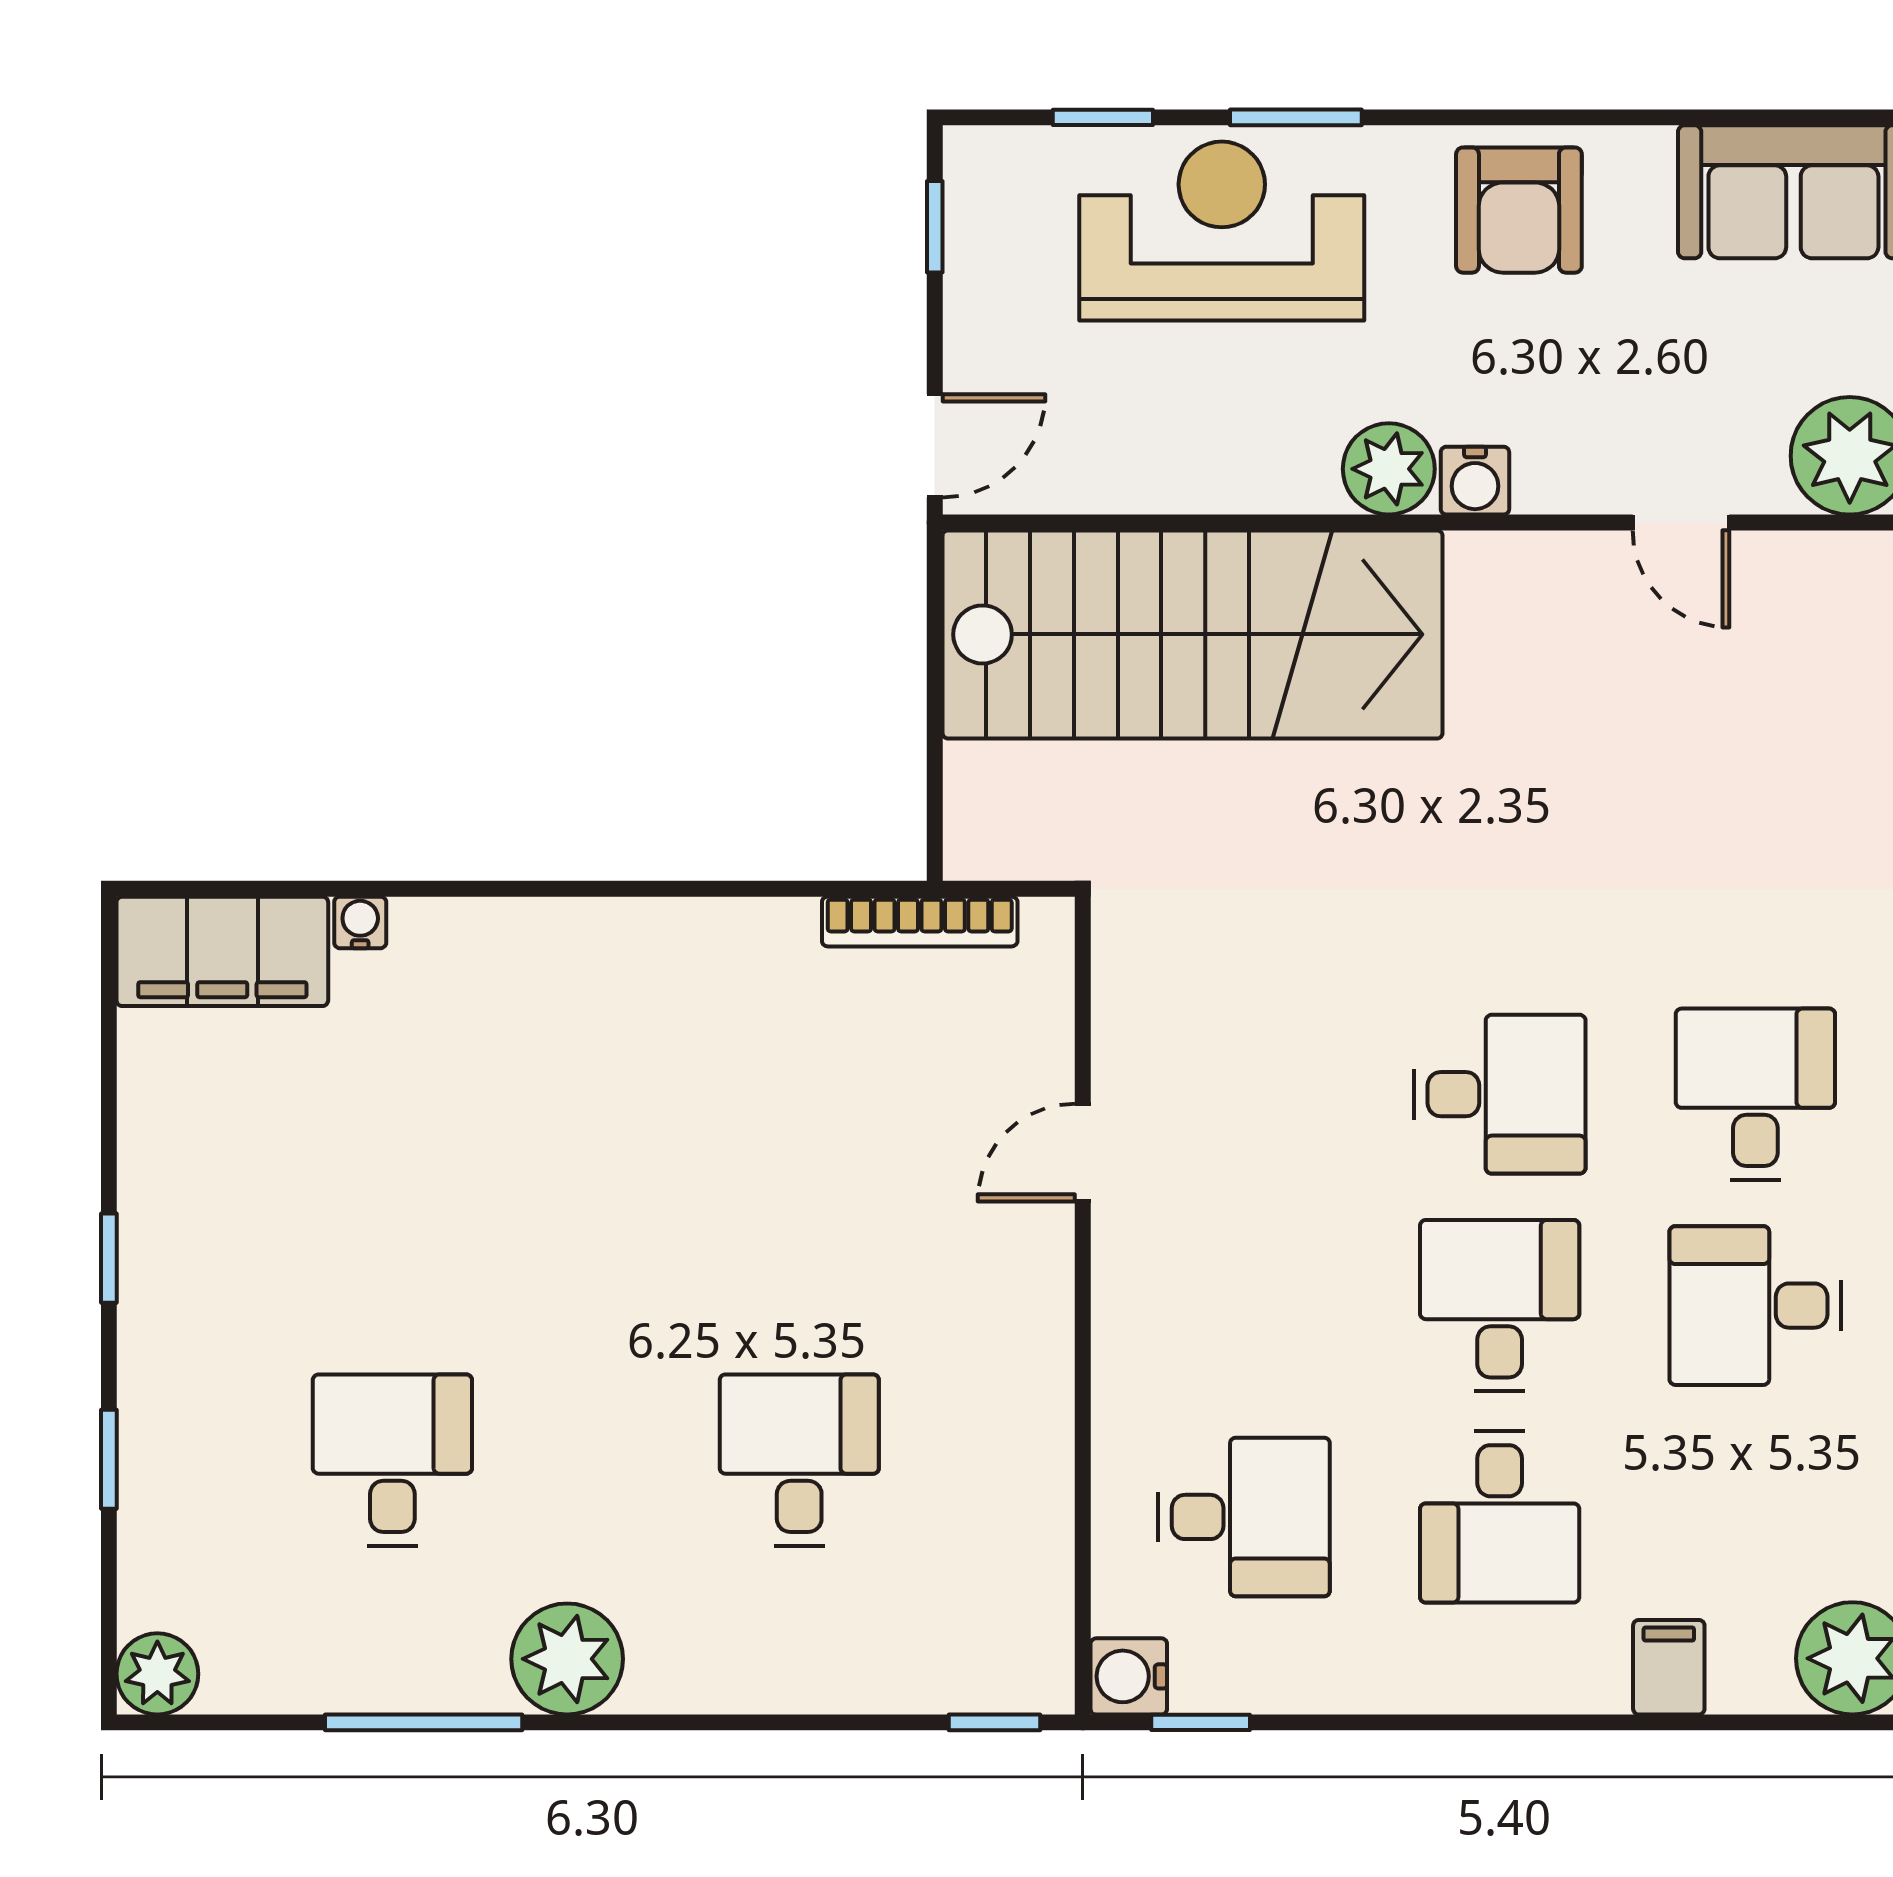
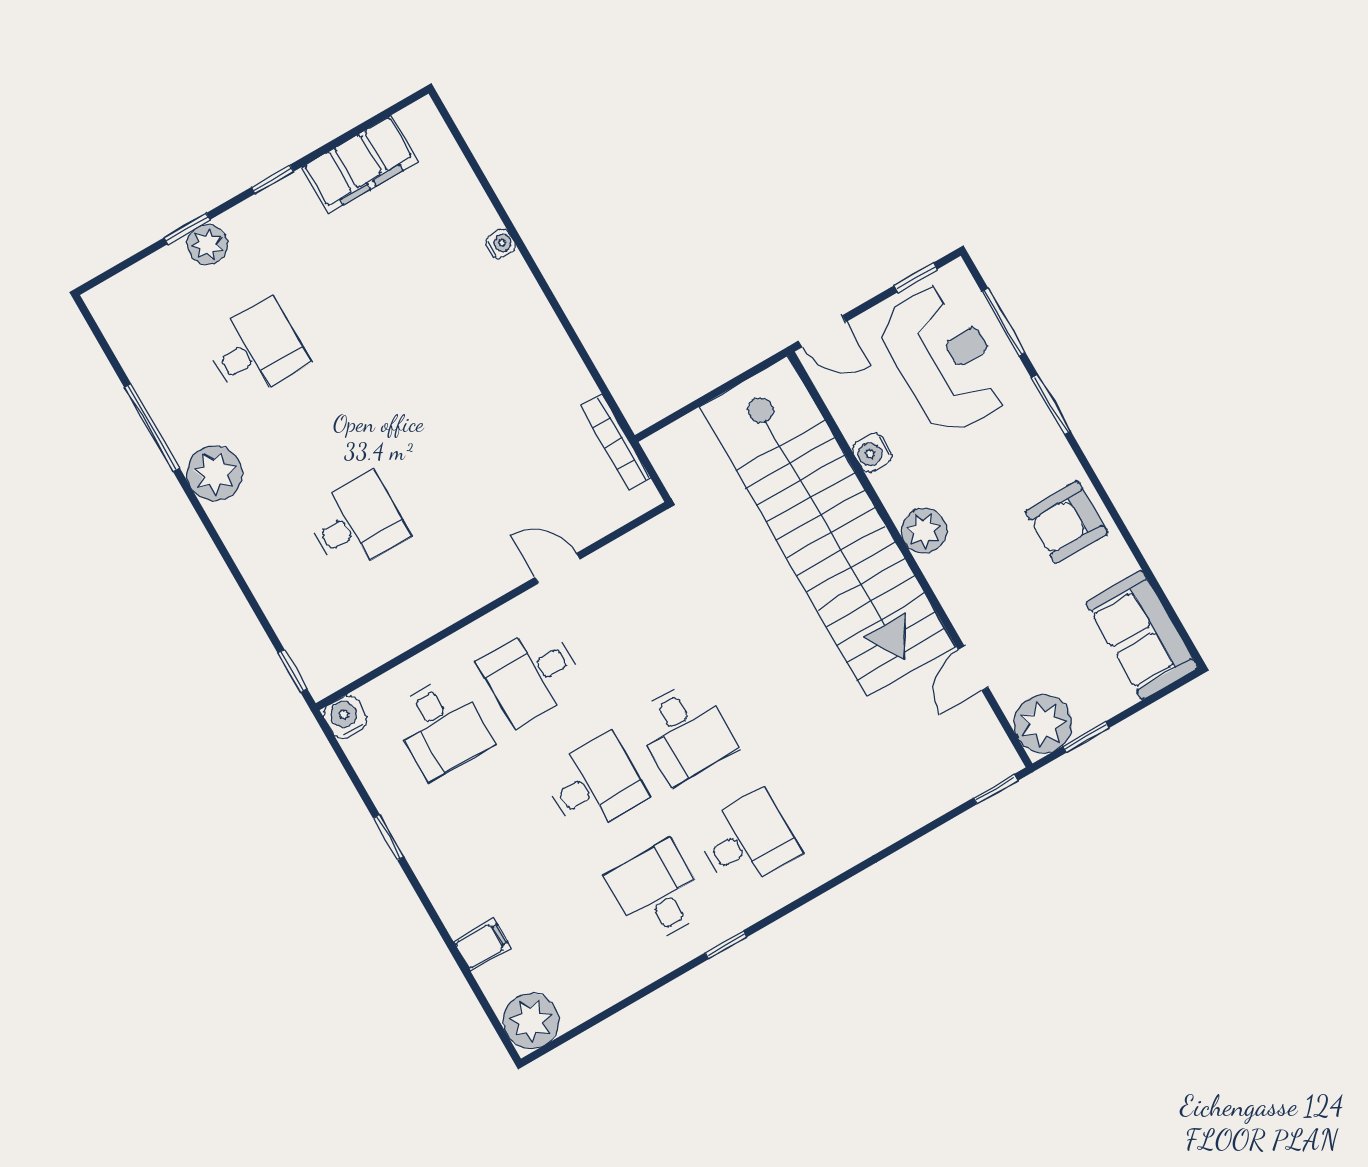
window: (1103, 117) -> (1003, 322), width x1.50
reception desk: (1222, 231) -> (944, 359), moved
water cooler: (1475, 481) -> (872, 453), moved
stairs: (1193, 634) -> (827, 526), width x1.36
water cooler: (360, 922) -> (501, 244), moved
filing cabinet: (222, 951) -> (360, 164), moved, turned -90
desk: (1500, 1517) -> (532, 675), moved
plant: (157, 1674) -> (207, 244), moved
window: (1201, 1722) -> (389, 837), moved

